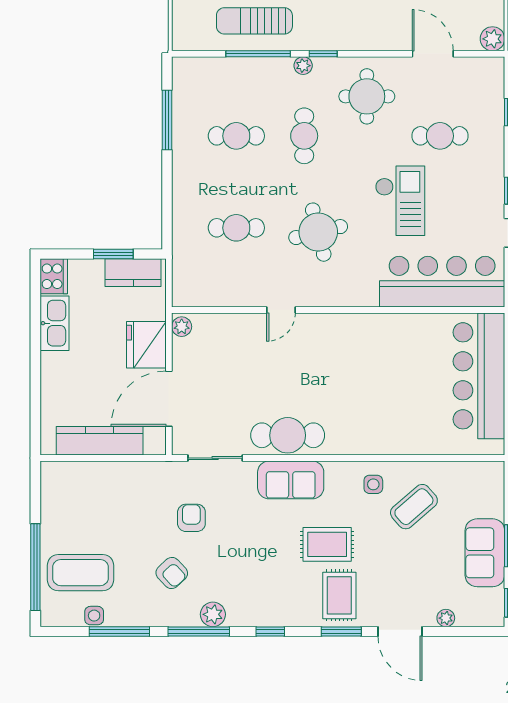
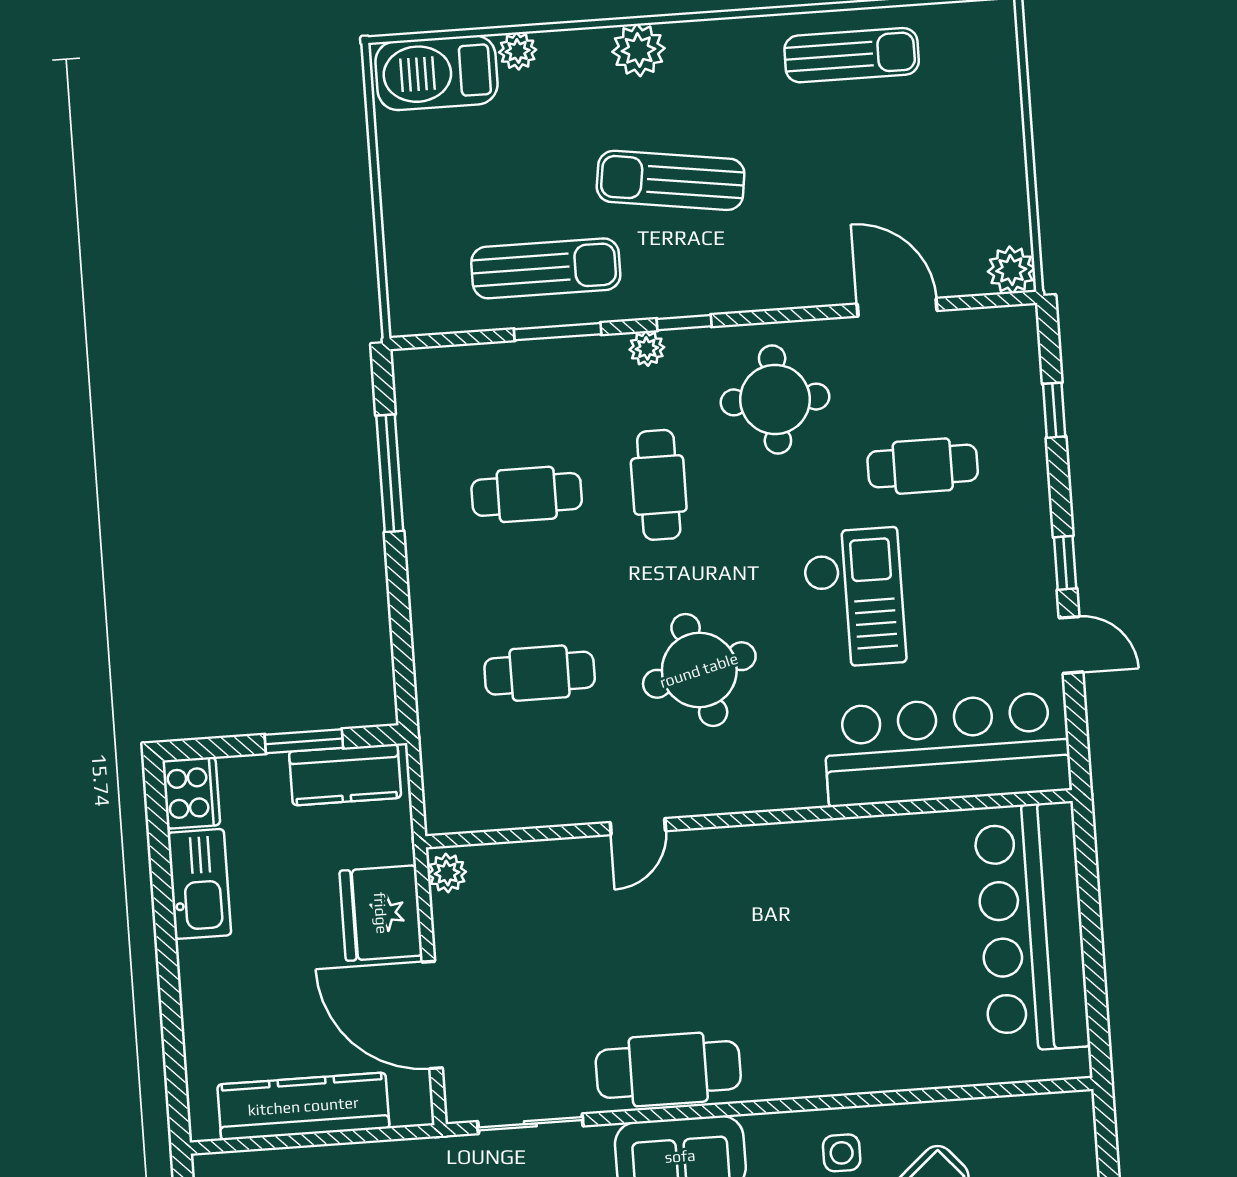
sun lounger: (254, 21) -> (546, 268), turned 180
window: (258, 54) -> (558, 332), width x0.69
door: (169, 399) -> (432, 1015), hinge flipped

